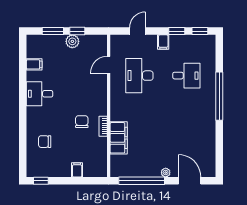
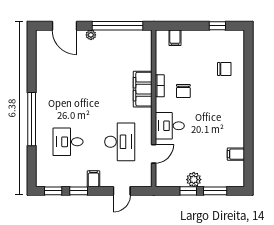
desk: (40, 94) -> (170, 126), moved, turned 180
filing cabinet: (119, 138) -> (143, 89), moved
filing cabinet: (77, 170) -> (175, 38), moved
window: (41, 181) -> (217, 26), moved

